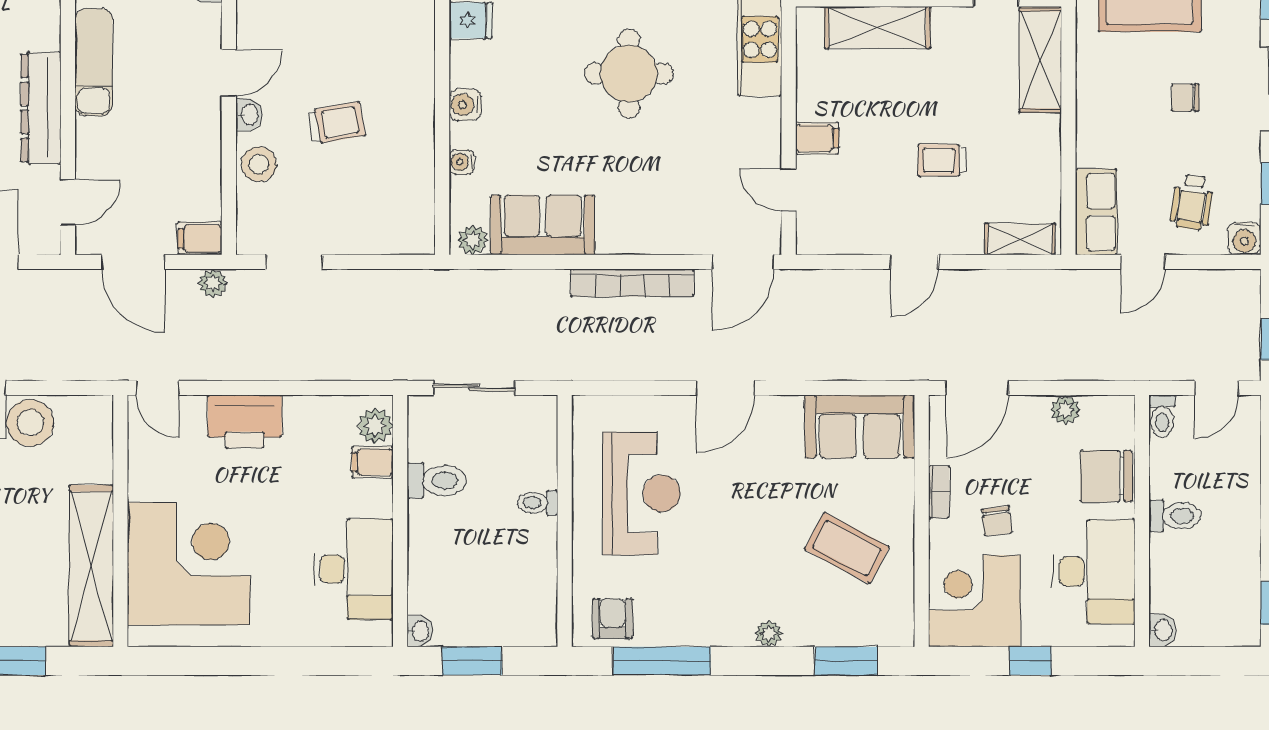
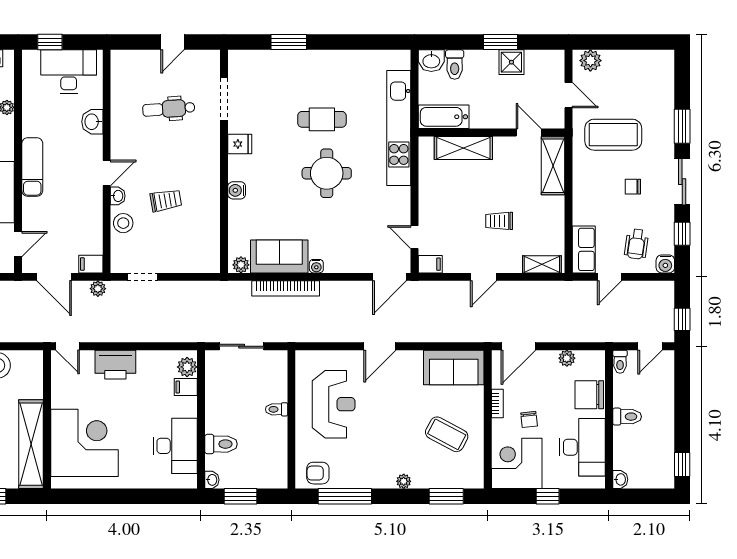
filing cabinet: (817, 138) -> (430, 264), moved
water cooler: (462, 162) -> (316, 266), moved, turned -90
bookcase: (632, 283) -> (286, 288), moved
toilet: (437, 481) -> (221, 444), moved
armchair: (613, 618) -> (318, 473), turned -90

